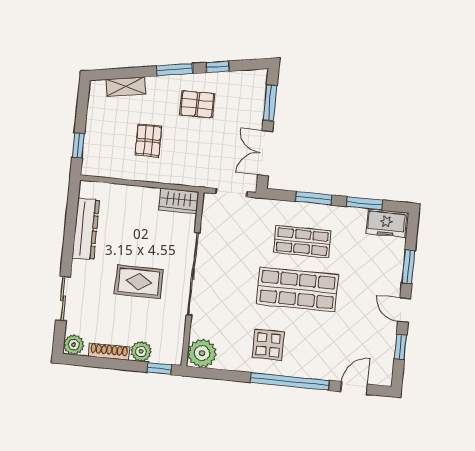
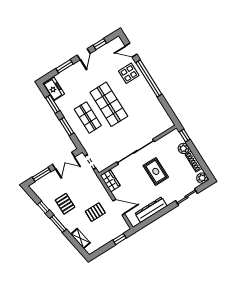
door: (128, 182) -> (119, 207), added
display table: (268, 345) -> (129, 73), moved
plant: (202, 353) -> (165, 123), removed

